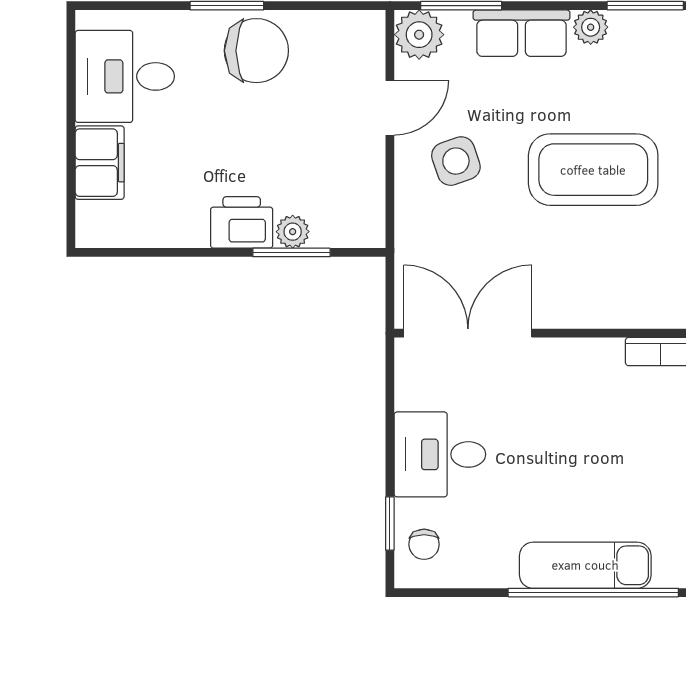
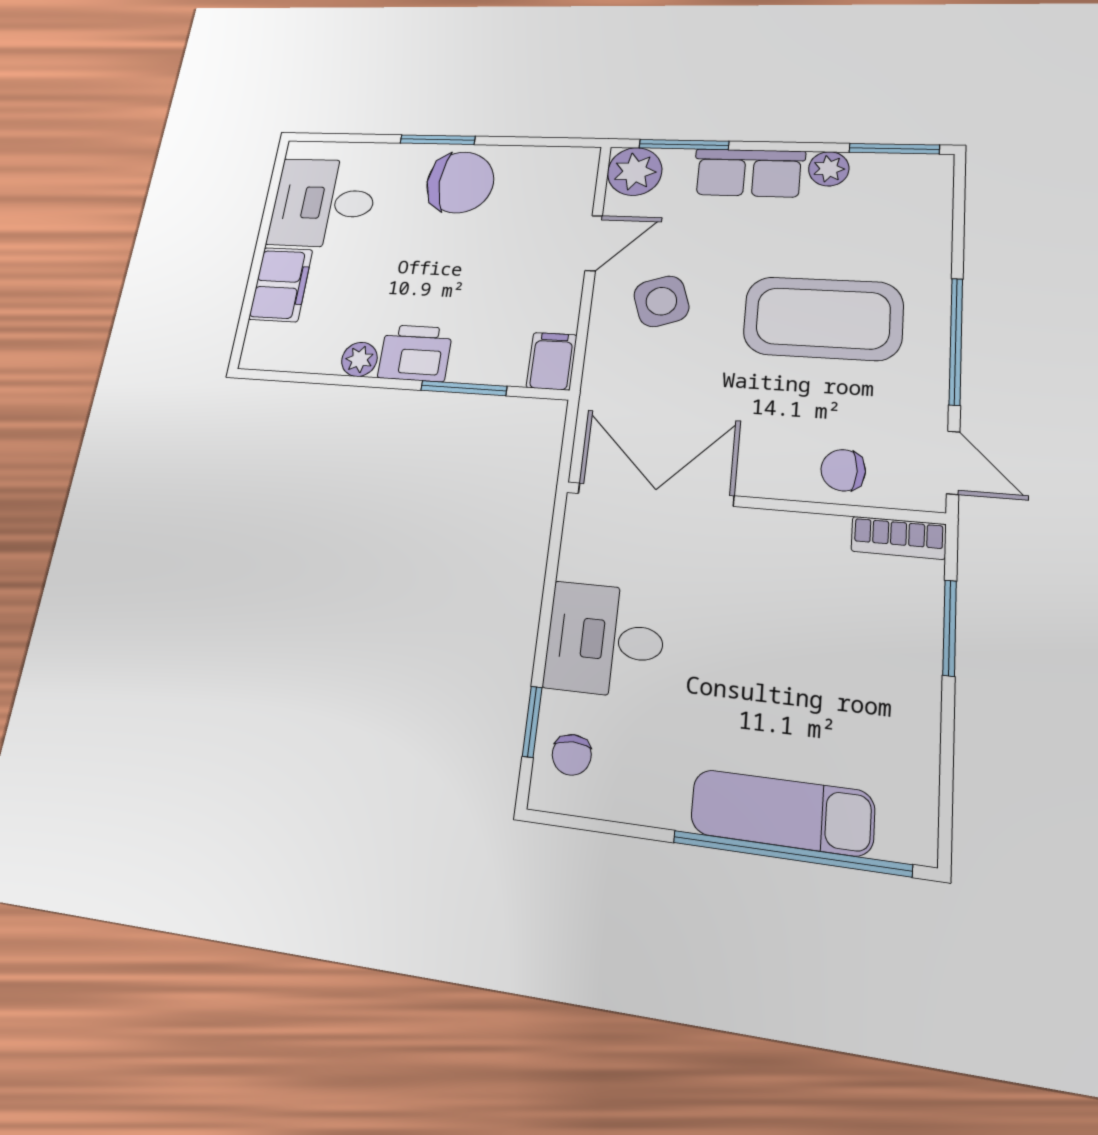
filing cabinet: (366, 222) -> (552, 361), added
plant: (293, 232) -> (359, 359), moved
chair: (616, 300) -> (843, 470), added

